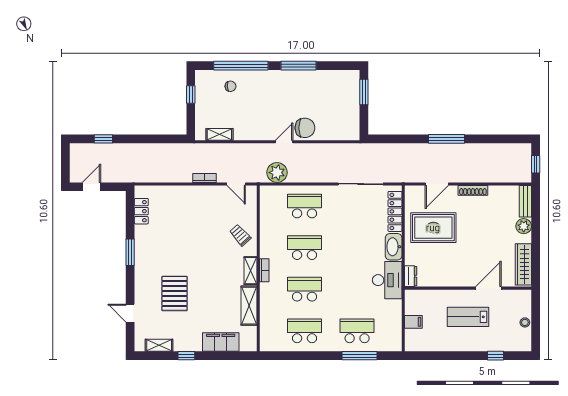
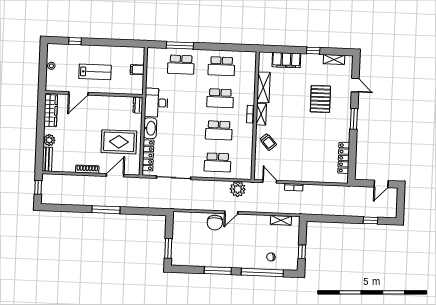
chair: (305, 128) -> (215, 223), turned -90
locker: (141, 211) -> (344, 158), width x1.53
window: (130, 252) -> (354, 119), moved

